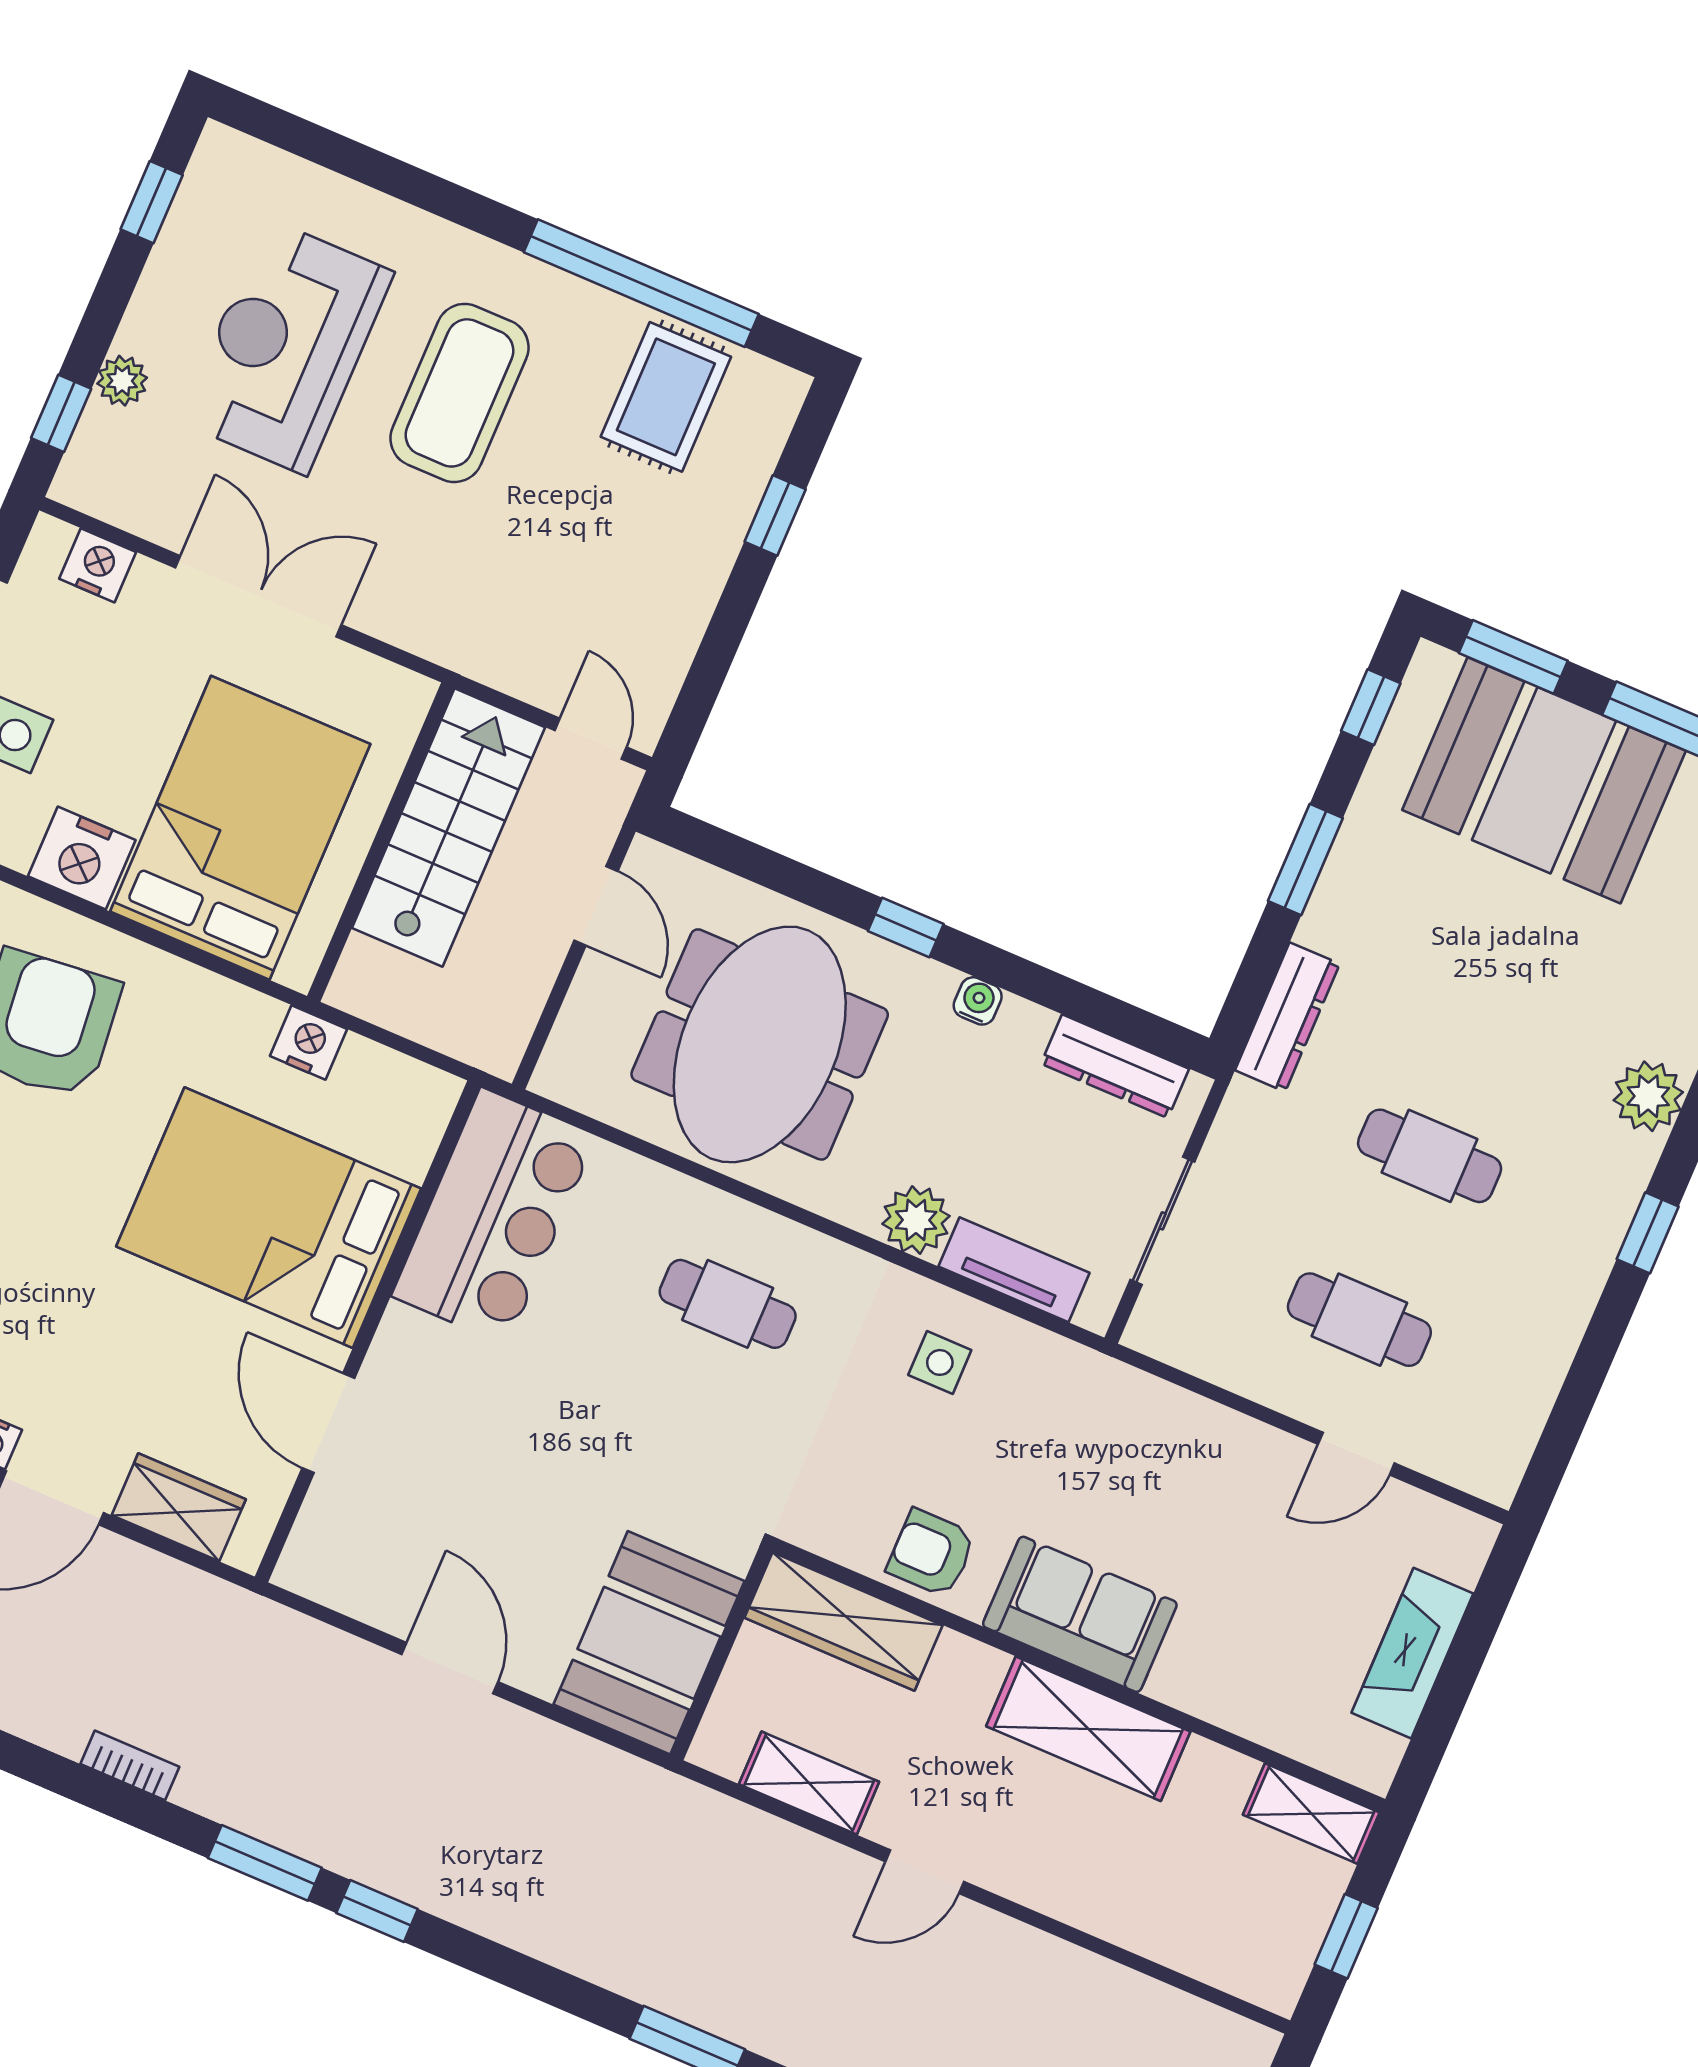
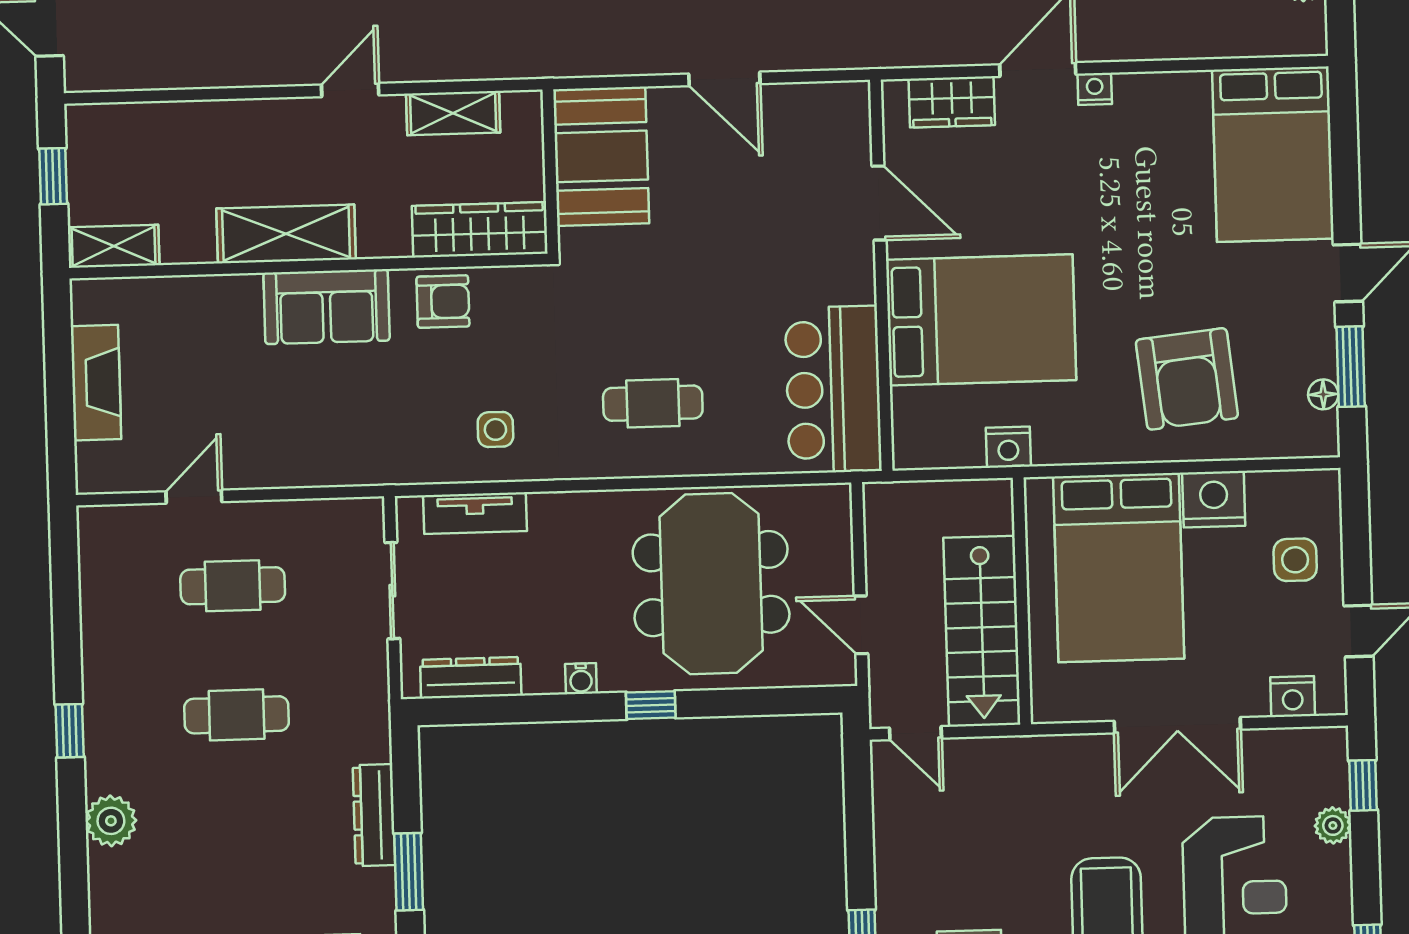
dresser: (1287, 1017) -> (374, 815), moved
plant: (916, 1220) -> (555, 516), removed

